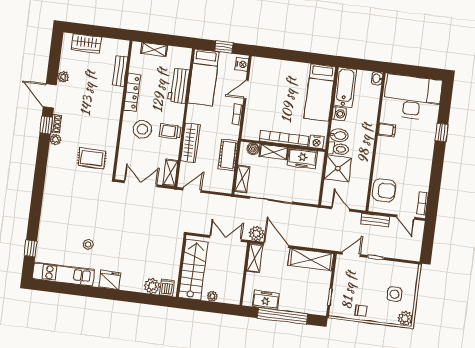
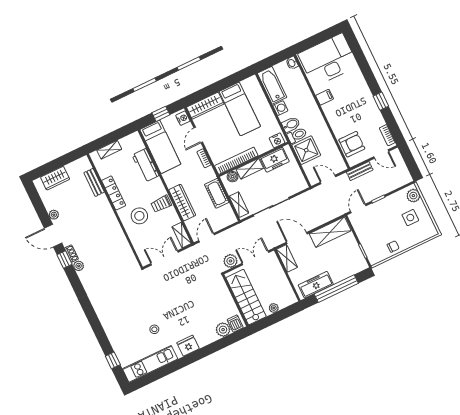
wardrobe: (270, 66) -> (205, 106), added
bed: (320, 92) -> (240, 109), moved
window: (441, 132) -> (381, 101), moved
bookcase: (284, 139) -> (236, 161), moved
rug: (92, 158) -> (115, 262), removed
plant: (257, 233) -> (230, 261), moved
freezer: (266, 300) -> (316, 285), width x1.40
plant: (405, 318) -> (413, 196), moved

